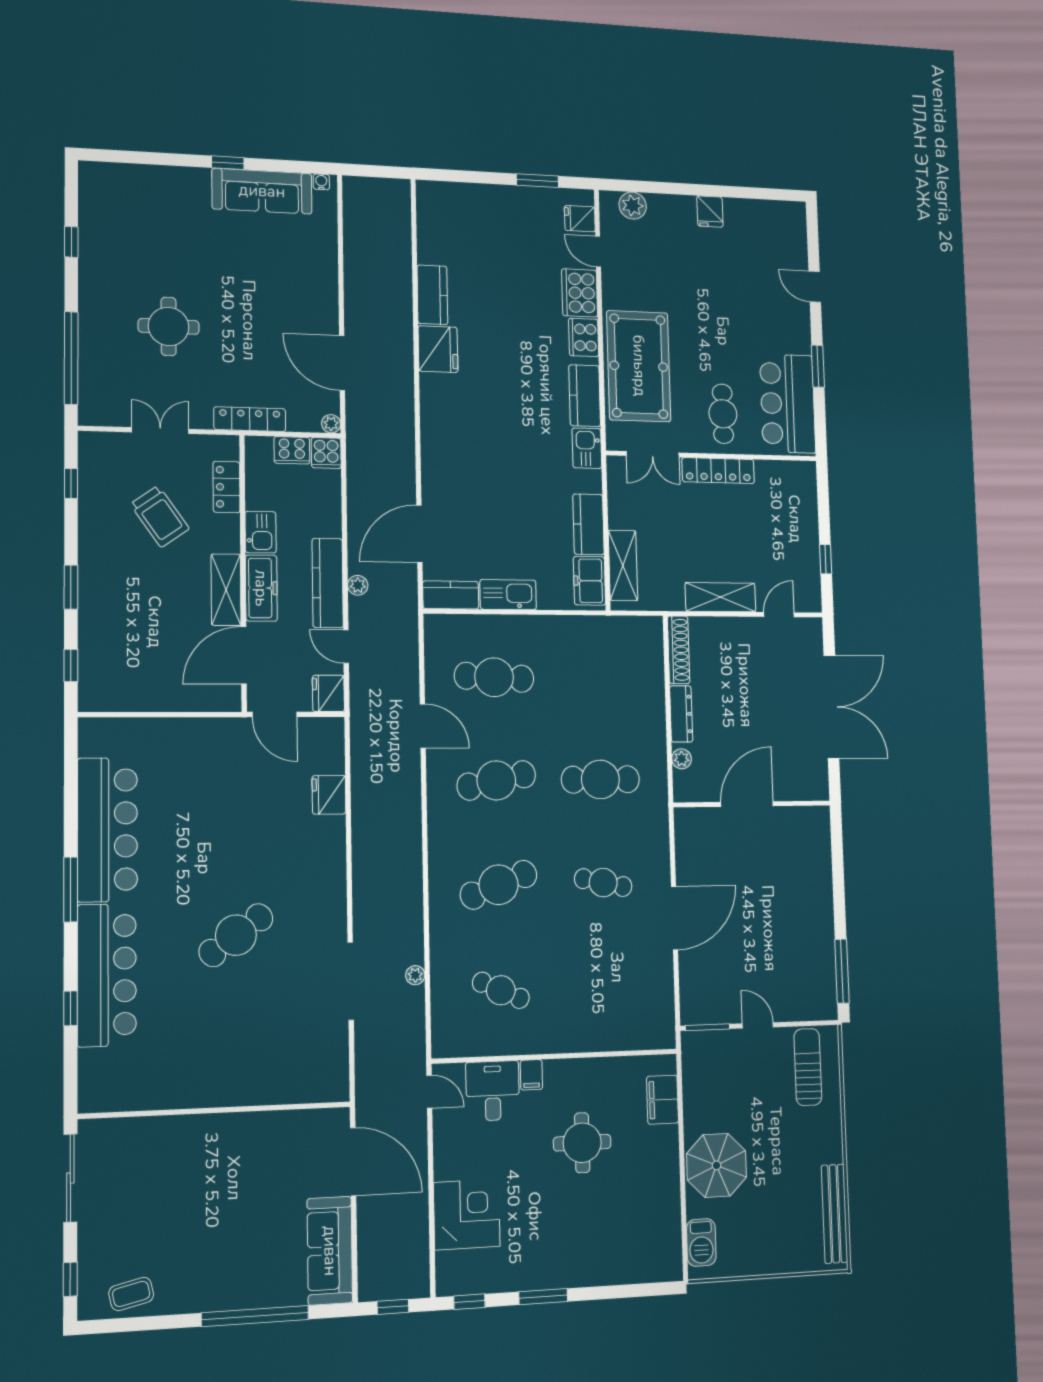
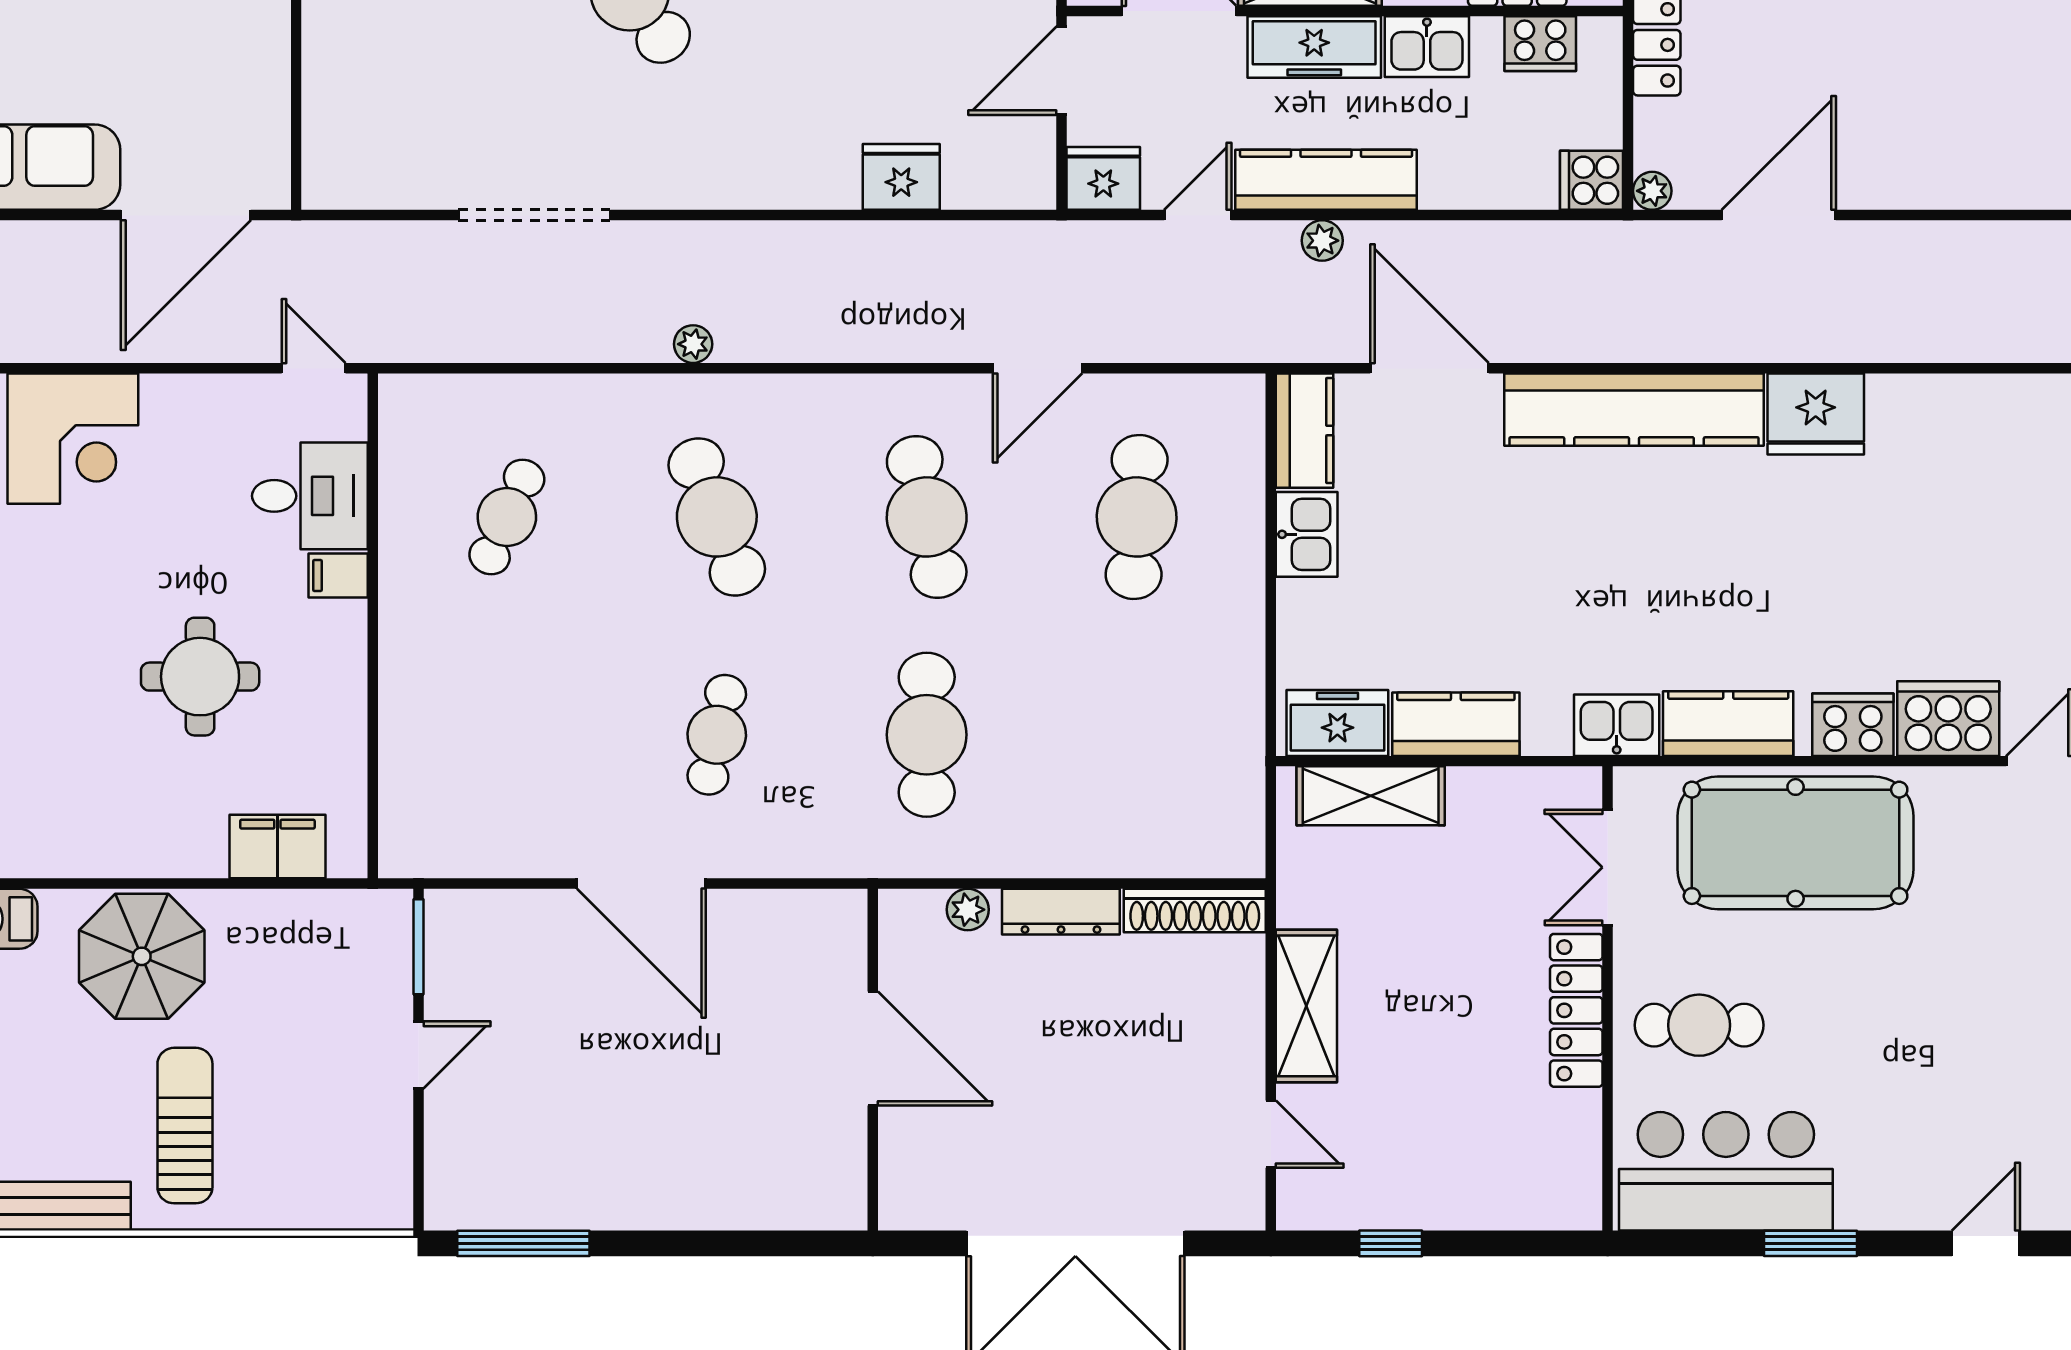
kitchen counter: (432, 295) -> (1634, 410), moved, width x2.08, depth x1.17
cooker: (292, 450) -> (1540, 44), moved, turned -90
kitchen sink: (508, 595) -> (1307, 534), width x0.73
plant: (415, 975) -> (693, 344), moved
sun lounger: (808, 1067) -> (185, 1126), moved, turned -90
door: (429, 1092) -> (314, 368), swing flipped

